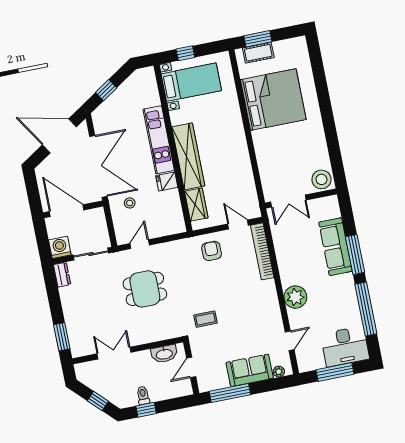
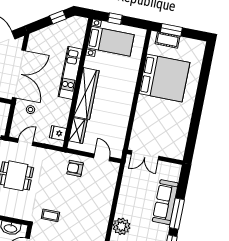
window: (106, 90) -> (58, 17), moved
stool: (321, 179) -> (175, 150), removed
fridge: (167, 181) -> (58, 133), moved
armchair: (212, 251) -> (75, 168), turned -90
bookcase: (262, 251) -> (111, 184), removed

